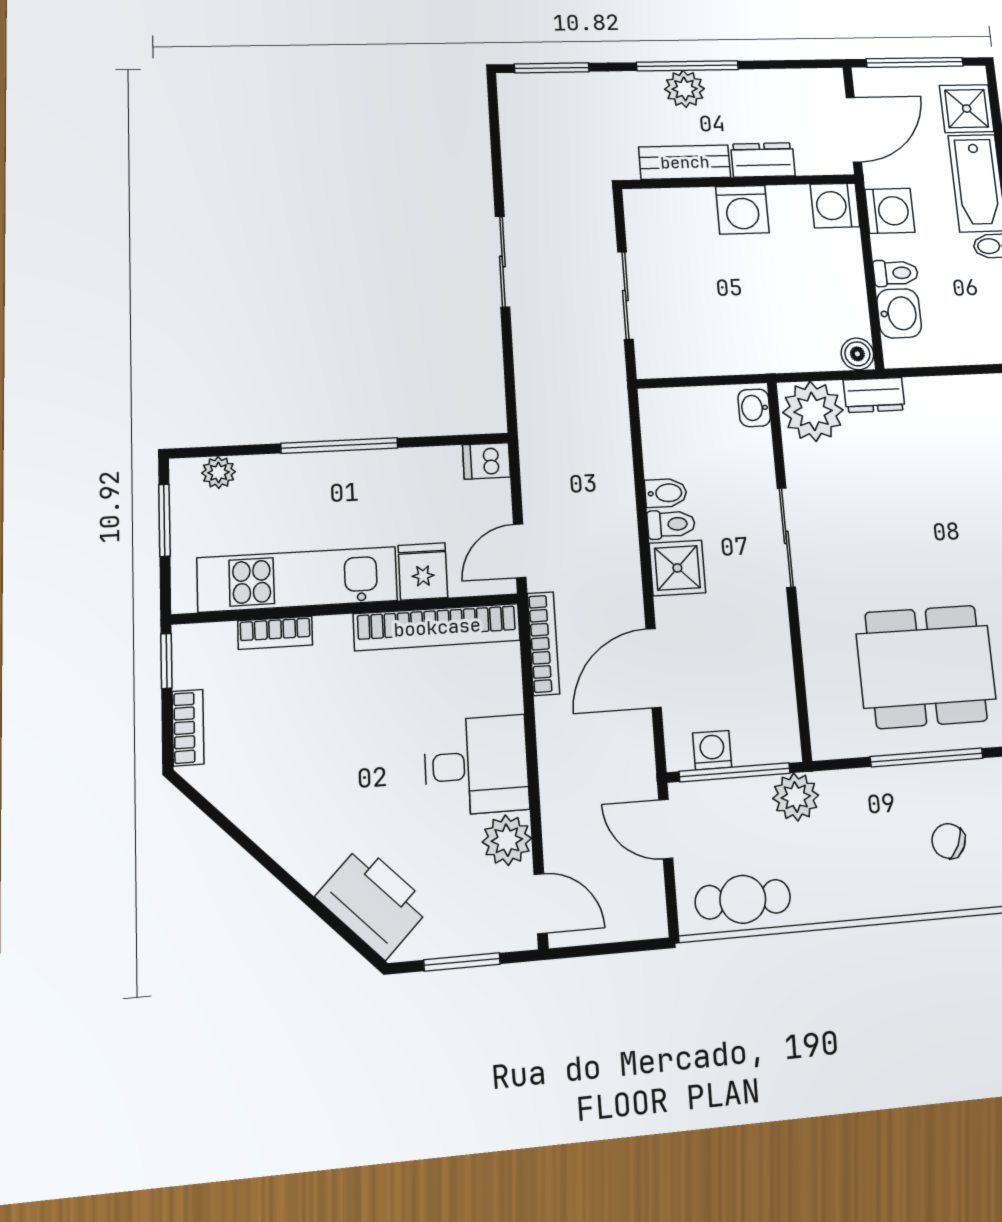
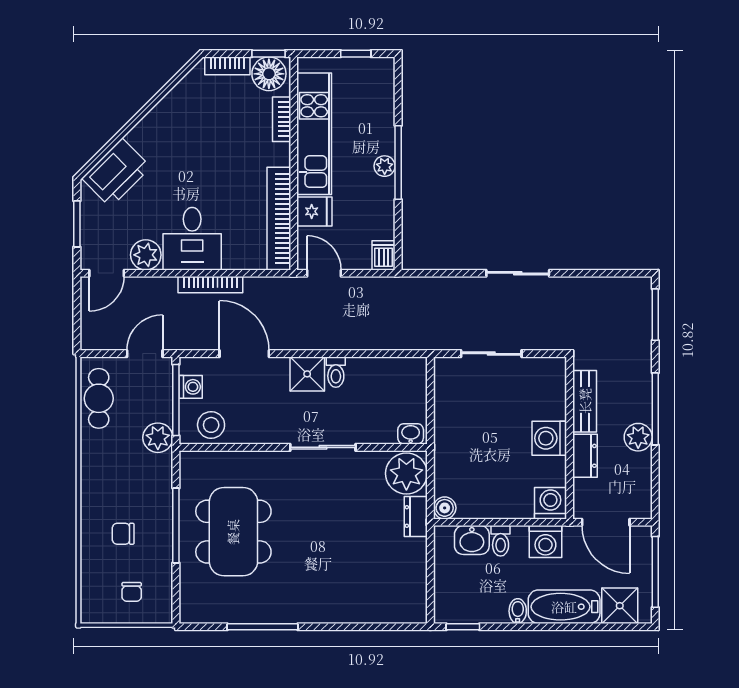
plant: (685, 89) -> (638, 437), moved
plant: (219, 472) -> (385, 166), moved
bidet: (666, 493) -> (357, 370), removed
window: (164, 520) -> (356, 54), width x0.67
bookcase: (543, 644) -> (210, 285), moved
floor lamp: (200, 658) -> (269, 74), added
stool: (768, 713) -> (211, 425), added
chair: (949, 841) -> (123, 534), turned -116

